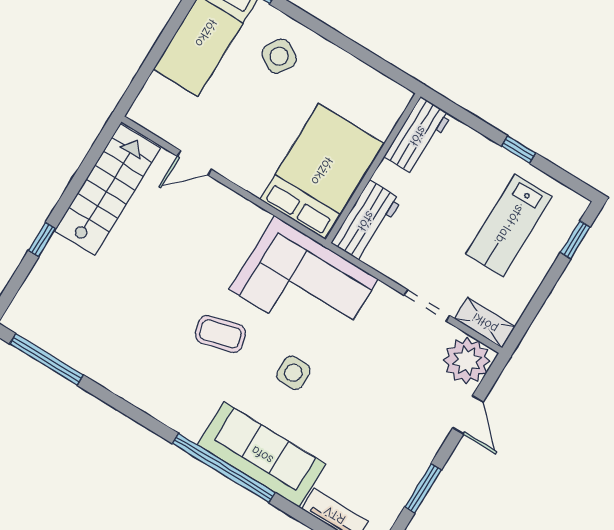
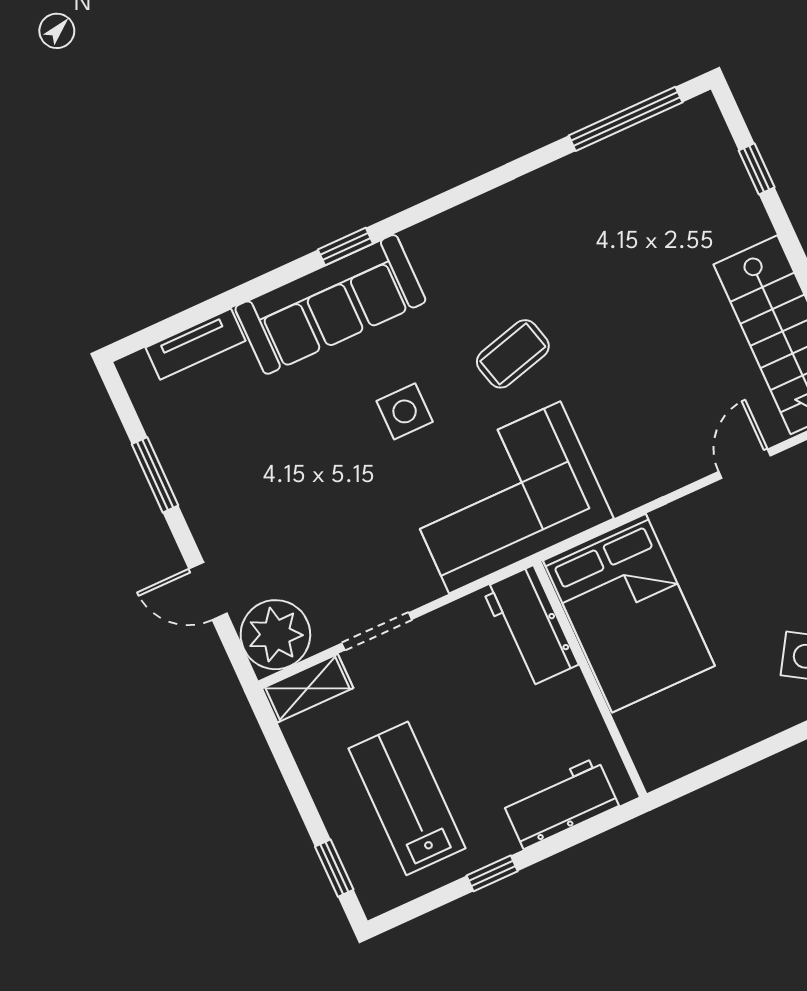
workbench: (418, 136) -> (560, 803), moved, turned 90
window: (42, 239) -> (757, 169), moved
window: (224, 468) -> (345, 247), width x0.32

